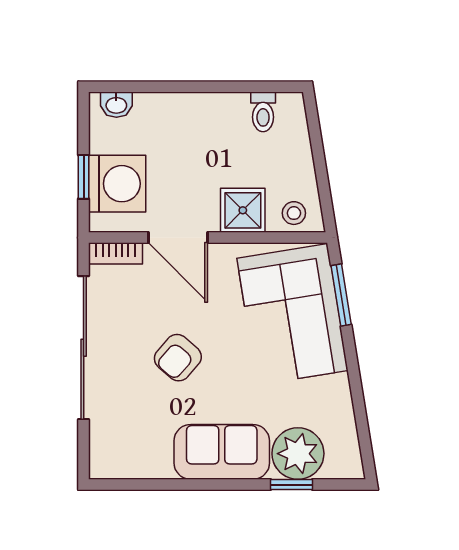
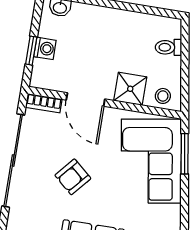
toilet: (263, 112) -> (168, 47), moved, turned 81
washing machine: (117, 184) -> (45, 48), width x0.53, depth x0.53

